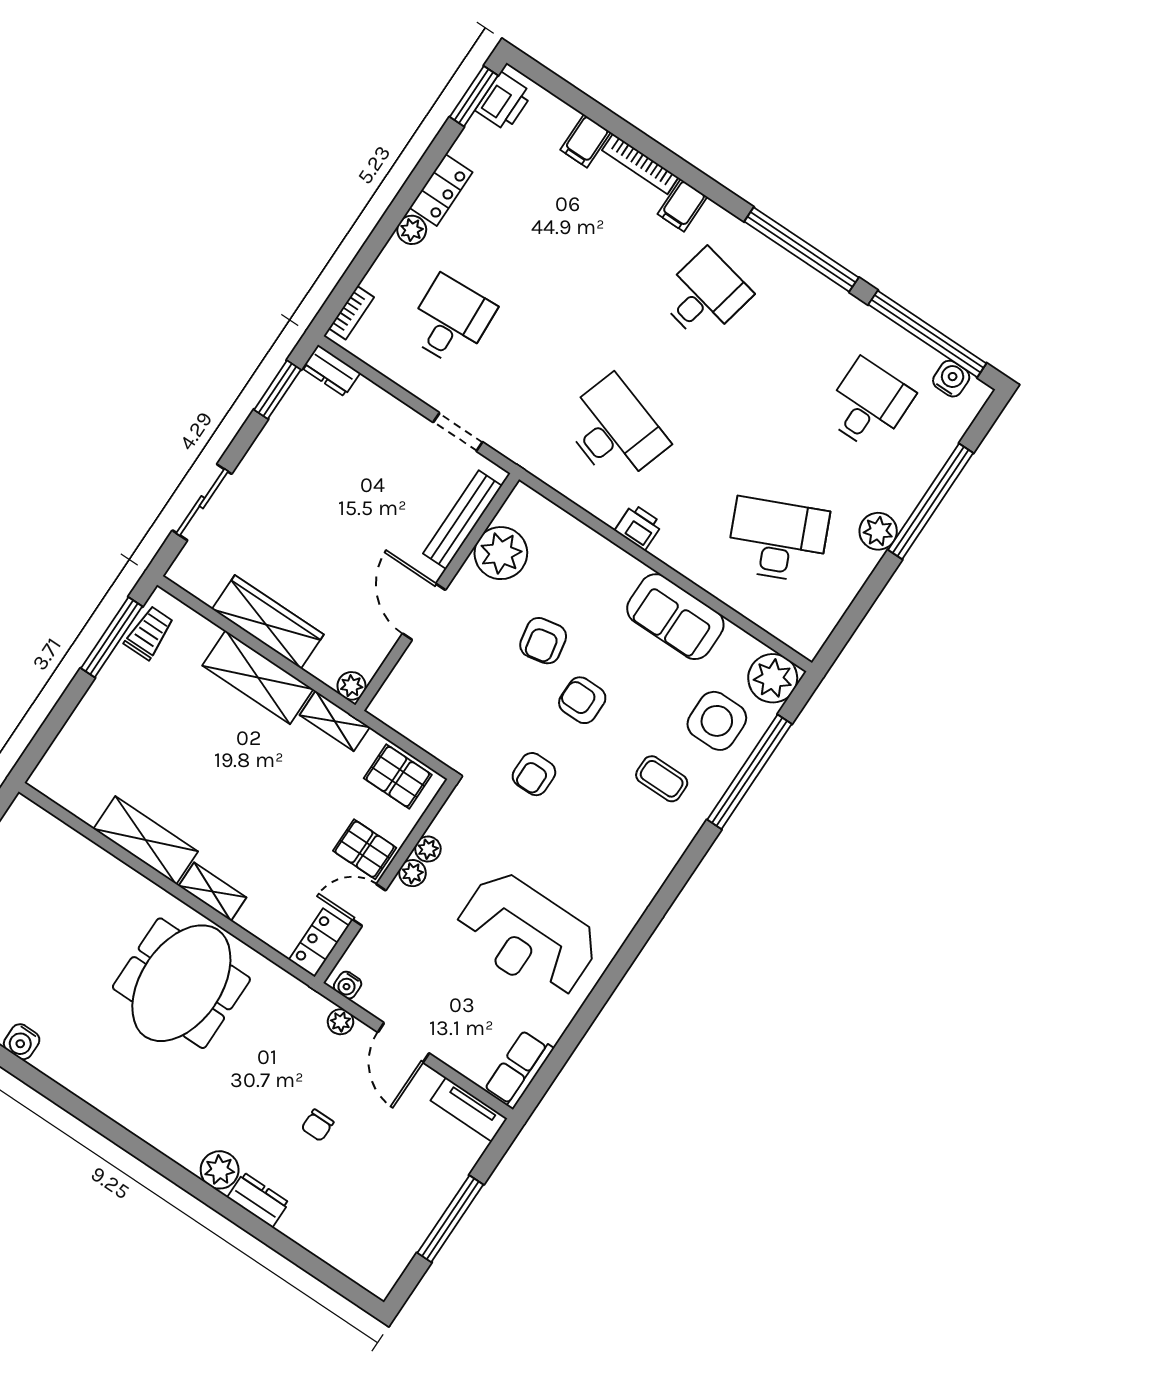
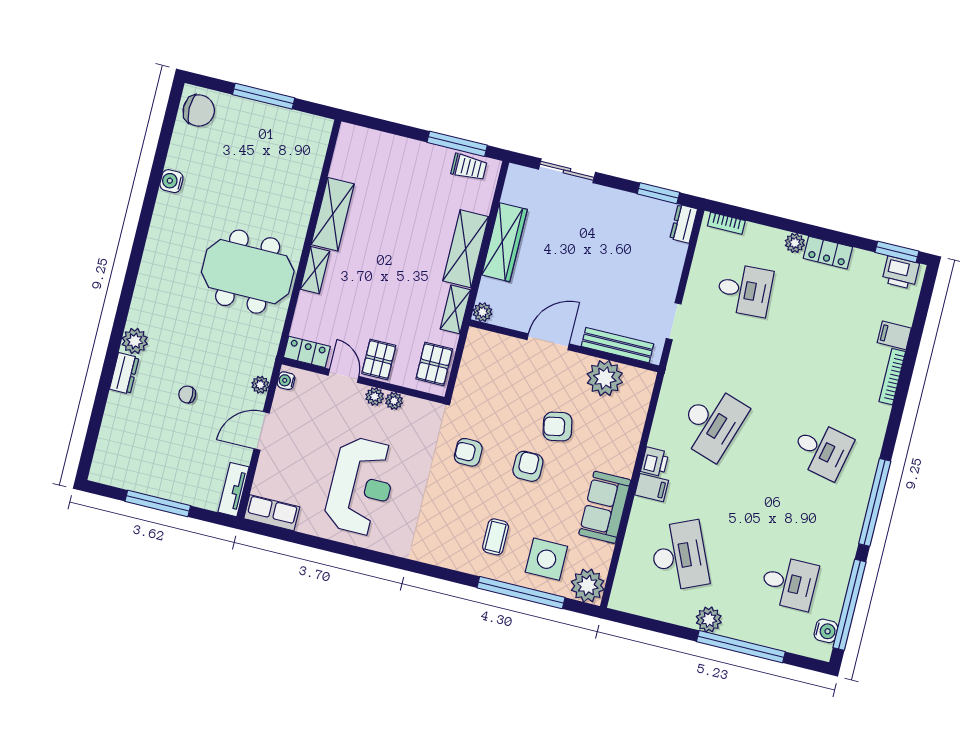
filing cabinet: (682, 205) -> (652, 488), moved, turned 180
reception desk: (527, 936) -> (361, 486), turned 180

